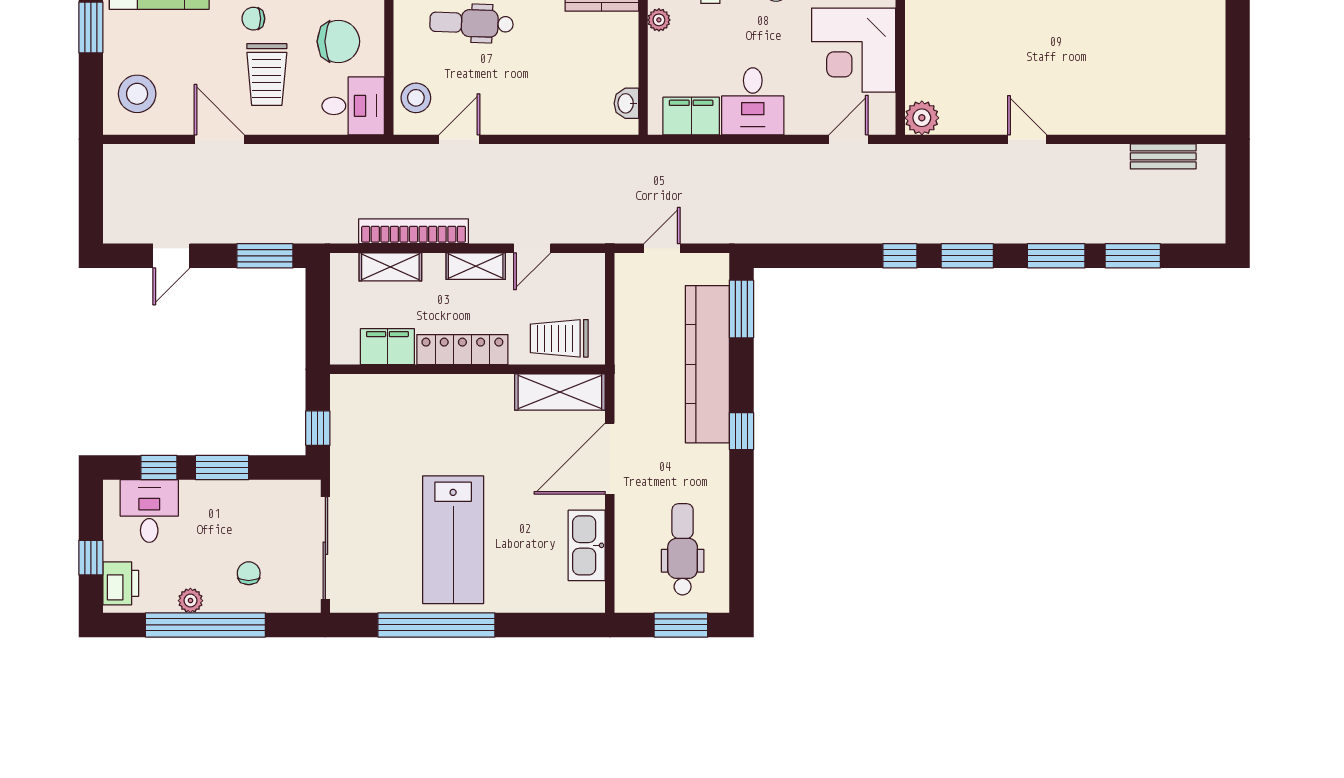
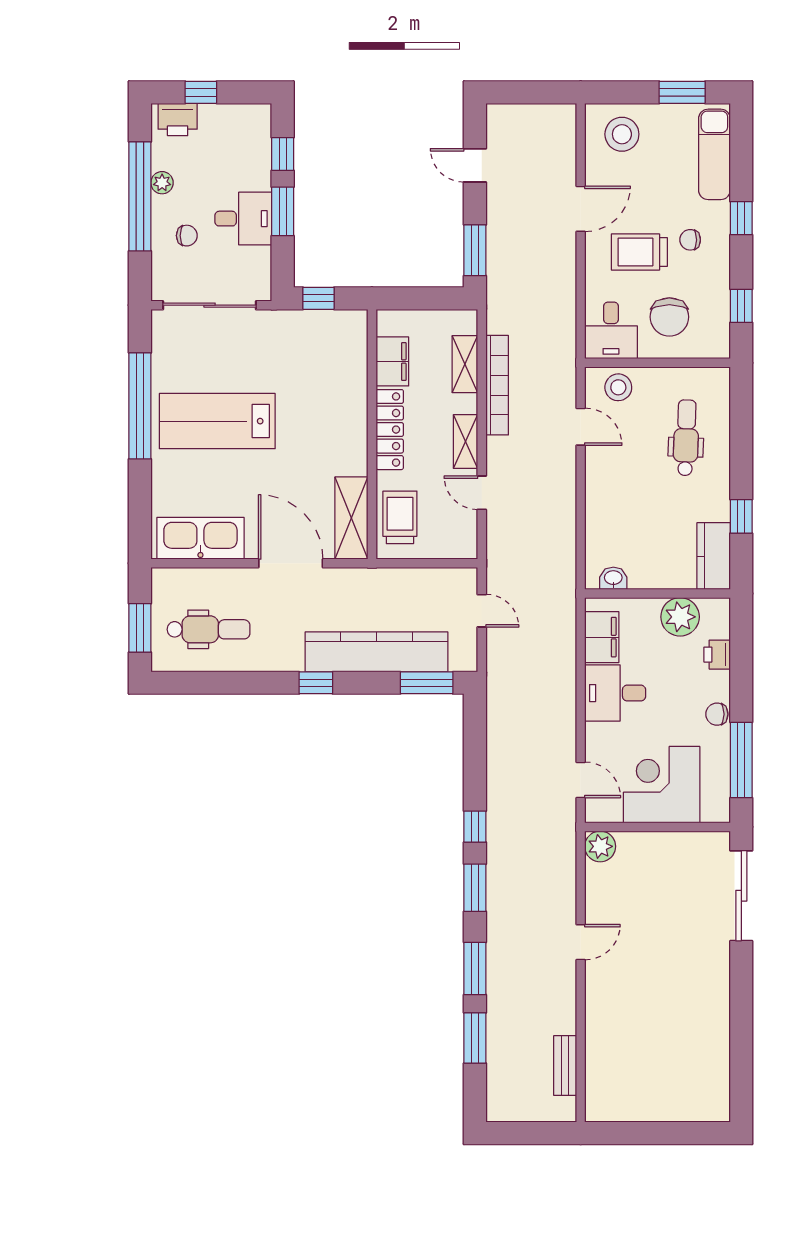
chair: (253, 19) -> (690, 240), turned -90
plant: (659, 20) -> (680, 617), width x1.88, depth x1.88
desk: (149, 511) -> (243, 219), moved
kitchen sink: (587, 545) -> (200, 538), width x1.36, depth x1.24

